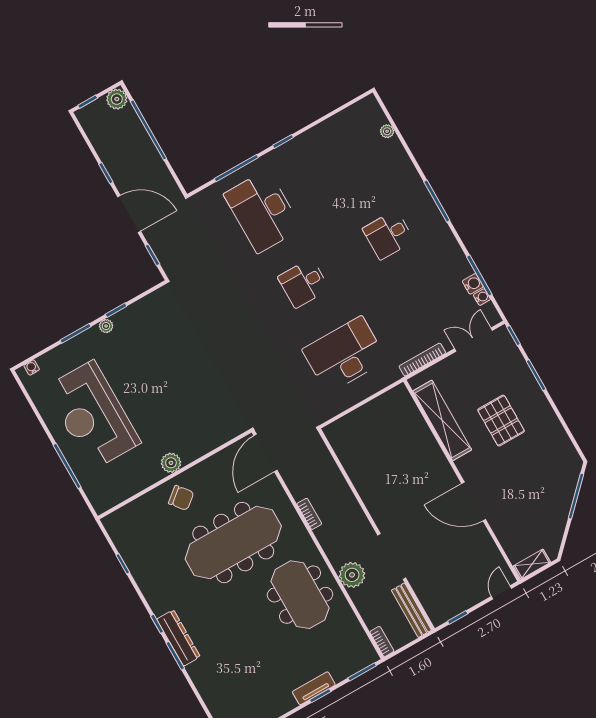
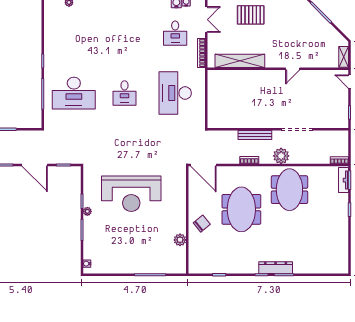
door: (129, 214) -> (35, 165), swing flipped
desk: (388, 235) -> (175, 33), moved
double door: (473, 340) -> (206, 20), swing flipped
reception desk: (93, 415) -> (131, 194), moved
pallet: (501, 421) -> (251, 15), moved
plant: (171, 463) -> (180, 240), moved
door: (474, 501) -> (293, 69), width x0.53
meeting table: (233, 543) -> (241, 209), width x0.73
plant: (352, 575) -> (281, 156), moved
meeting table: (300, 595) -> (289, 190), turned 90
bench: (411, 610) -> (255, 135), moved
tv unit: (314, 688) -> (344, 180), moved

